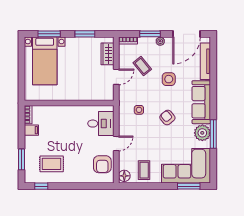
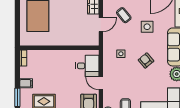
filing cabinet: (31, 130) -> (26, 83), moved
door: (116, 143) -> (101, 83), swing flipped

